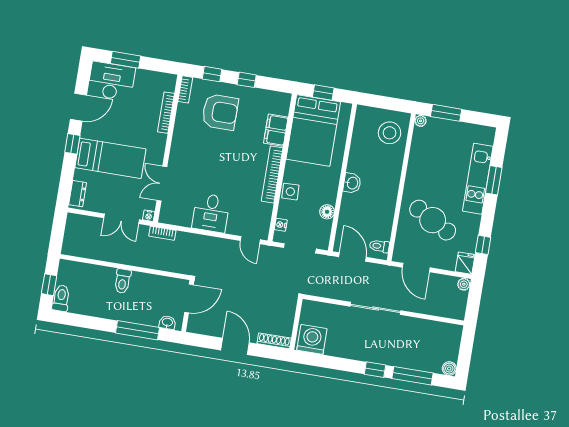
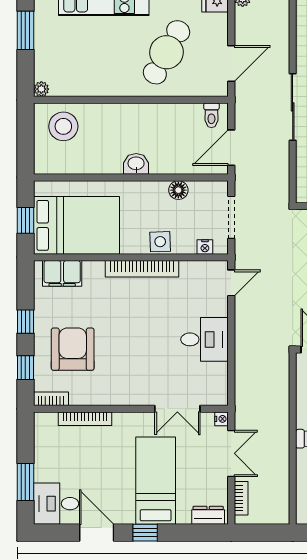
desk: (111, 81) -> (56, 504), width x0.73
window: (446, 113) -> (25, 30), moved
filing cabinet: (276, 130) -> (62, 273), moved
bookcase: (162, 233) -> (241, 498), moved

